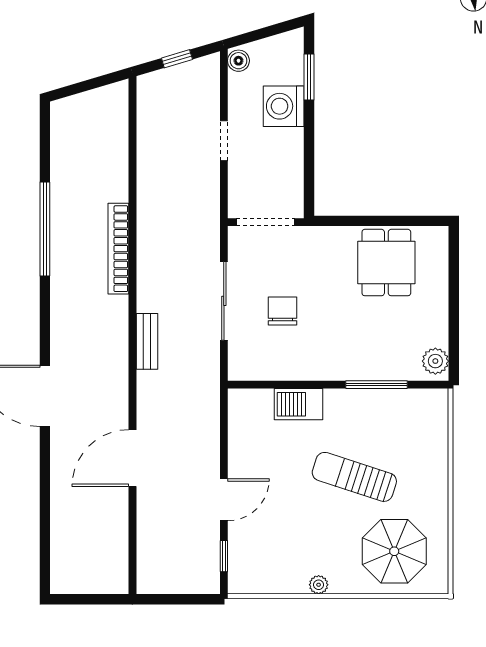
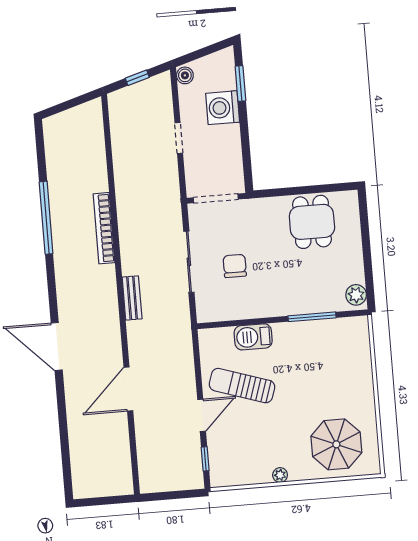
sun lounger: (354, 477) -> (242, 386), moved

